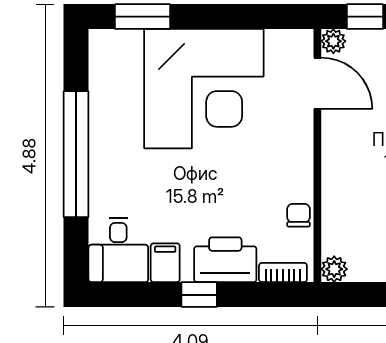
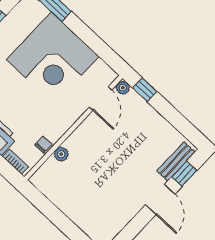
plant: (334, 269) -> (61, 154), moved

